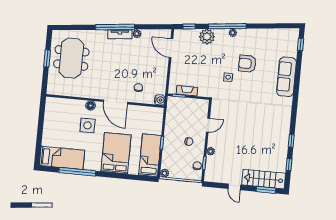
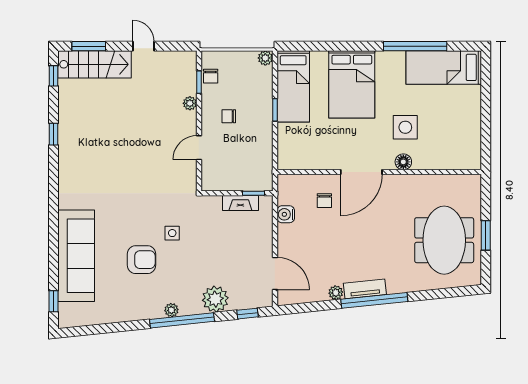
sofa: (286, 77) -> (76, 256), width x1.36, depth x1.27
water cooler: (160, 100) -> (286, 214), moved
door: (115, 102) -> (361, 172), swing flipped
window: (289, 165) -> (53, 76), moved

